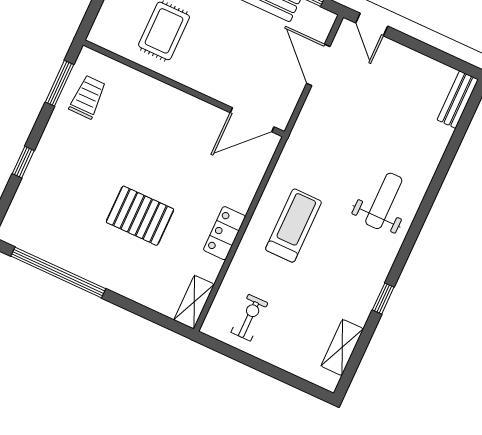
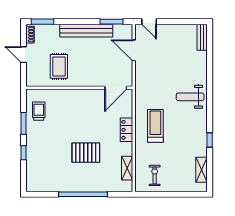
window: (59, 83) -> (24, 123), moved
weight bench: (384, 201) -> (190, 97), turned -90
locker: (224, 233) -> (126, 130), moved
window: (58, 272) -> (83, 194), moved
shelving: (194, 302) -> (127, 168), moved

